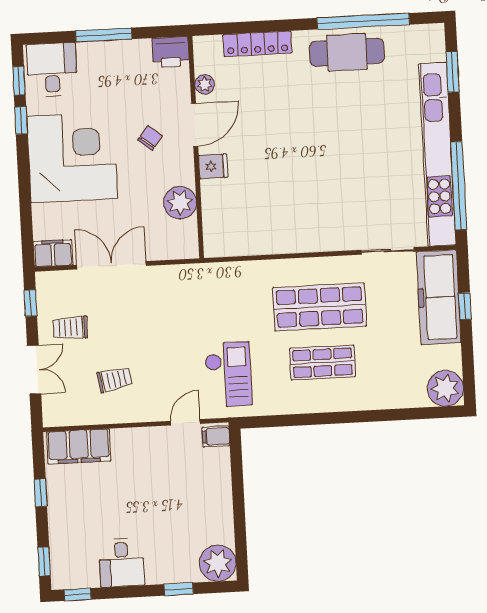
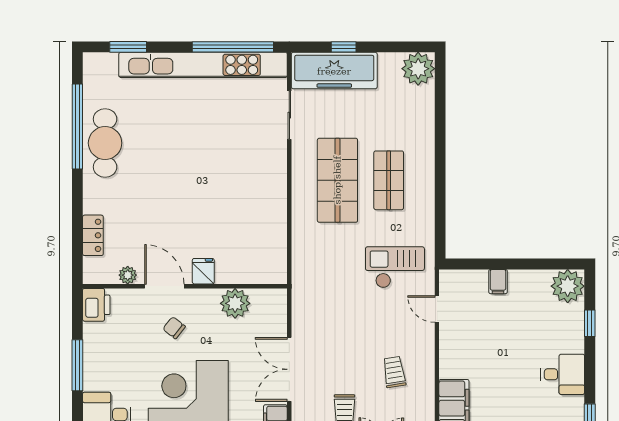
locker: (257, 44) -> (93, 235), width x0.66
filing cabinet: (216, 436) -> (498, 282), moved

